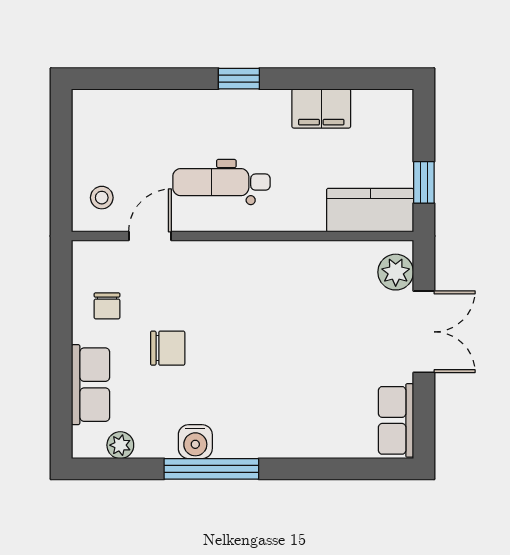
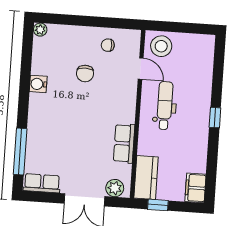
filing cabinet: (321, 108) -> (195, 188), moved
stool: (102, 198) -> (161, 46), width x1.89, depth x1.89
row of seats: (91, 385) -> (124, 143), moved, turned 90
plant: (120, 445) -> (40, 30), moved
window: (211, 469) -> (20, 151), moved

